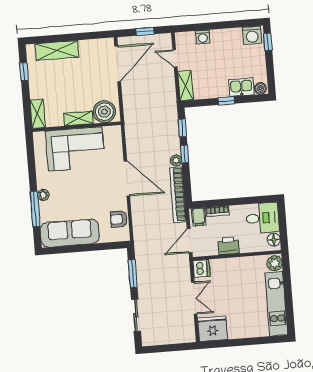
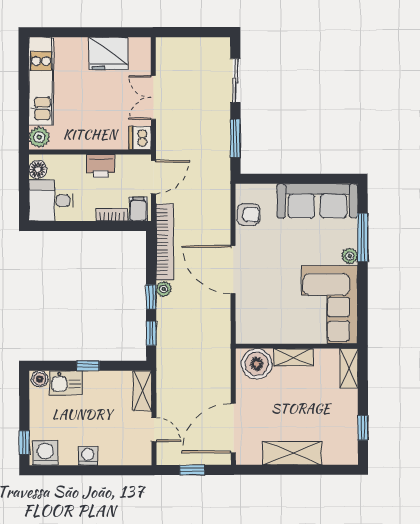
washing machine: (203, 37) -> (88, 456), moved
shelving: (57, 51) -> (292, 453), moved
corner sofa: (75, 149) -> (330, 305), moved, turned -90
fridge: (213, 329) -> (108, 54), moved

